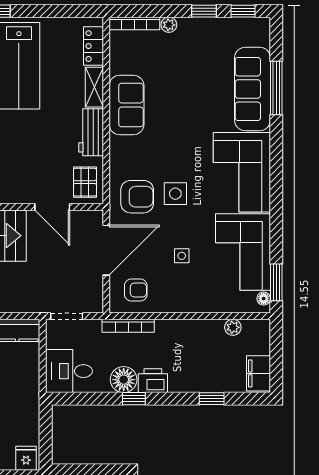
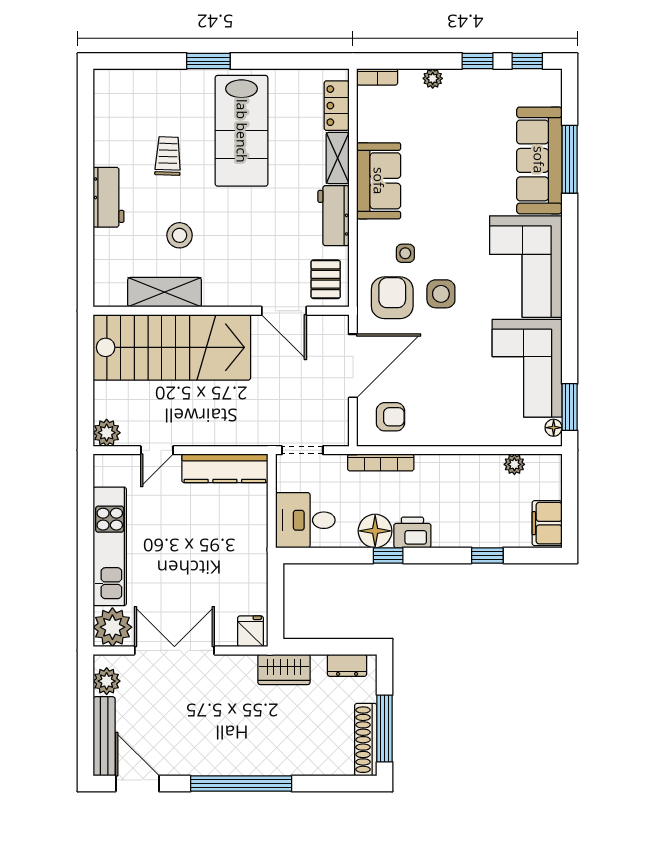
bookcase: (134, 23) -> (377, 77), width x0.64
armchair: (137, 197) -> (392, 298), turned -90
side table: (182, 256) -> (405, 253), moved

